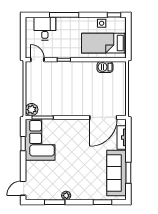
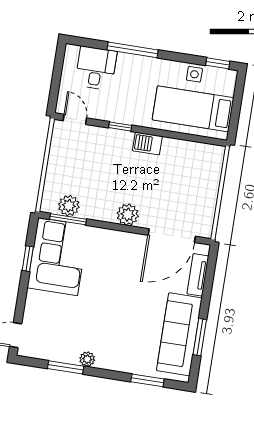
barbecue: (105, 67) -> (147, 143), moved
plant: (76, 109) -> (128, 215), added
plant: (32, 110) -> (69, 206), moved

